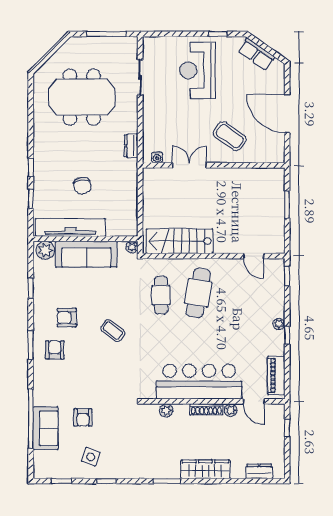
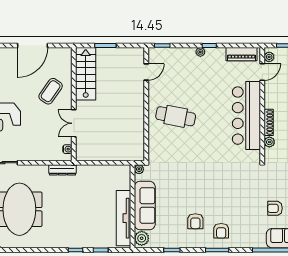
dresser: (131, 146) -> (62, 170), width x1.44
chair: (82, 186) -> (90, 209), removed
stairs: (179, 241) -> (86, 74), moved, turned 180
cafe table: (161, 295) -> (177, 146), removed
coffee table: (113, 331) -> (206, 184), removed
armchair: (55, 350) -> (221, 231), turned -90
shoe rack: (206, 409) -> (269, 122), moved
plant: (231, 410) -> (269, 57), moved
armchair: (83, 417) -> (275, 208), turned 180

